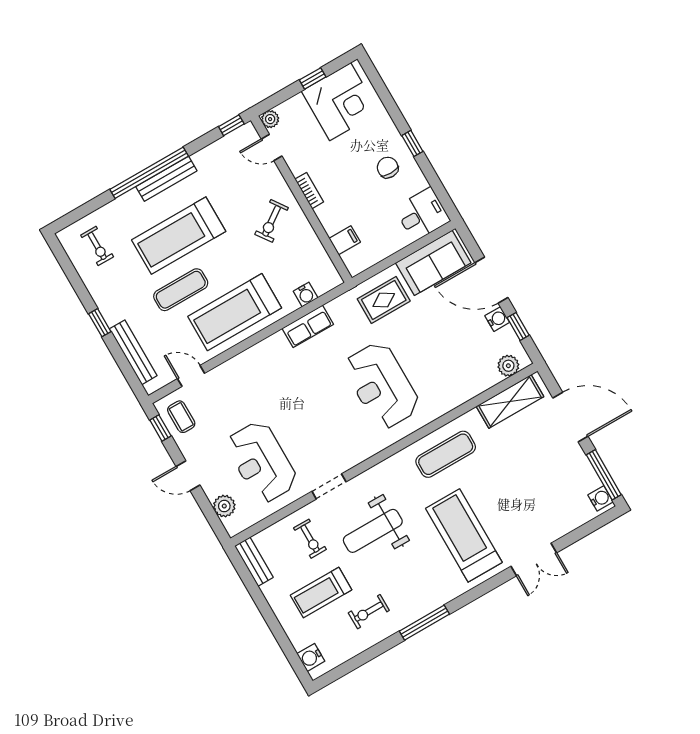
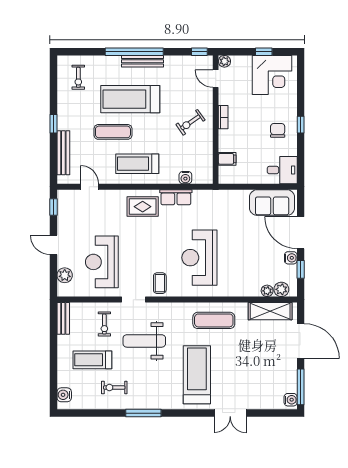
rug: (384, 300) -> (143, 207), moved
treadmill: (235, 312) -> (137, 164), width x0.73, depth x0.73
plant: (491, 378) -> (267, 291), added
coffee table: (181, 417) -> (160, 283), moved

